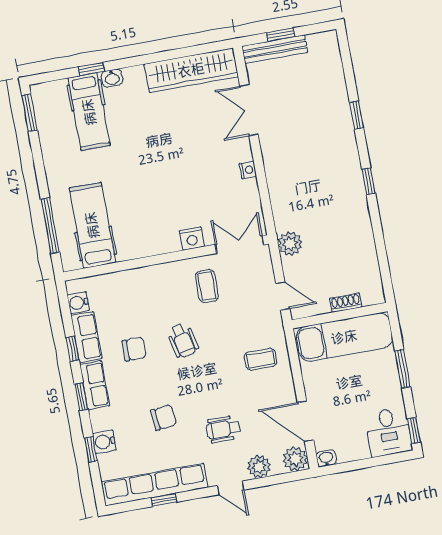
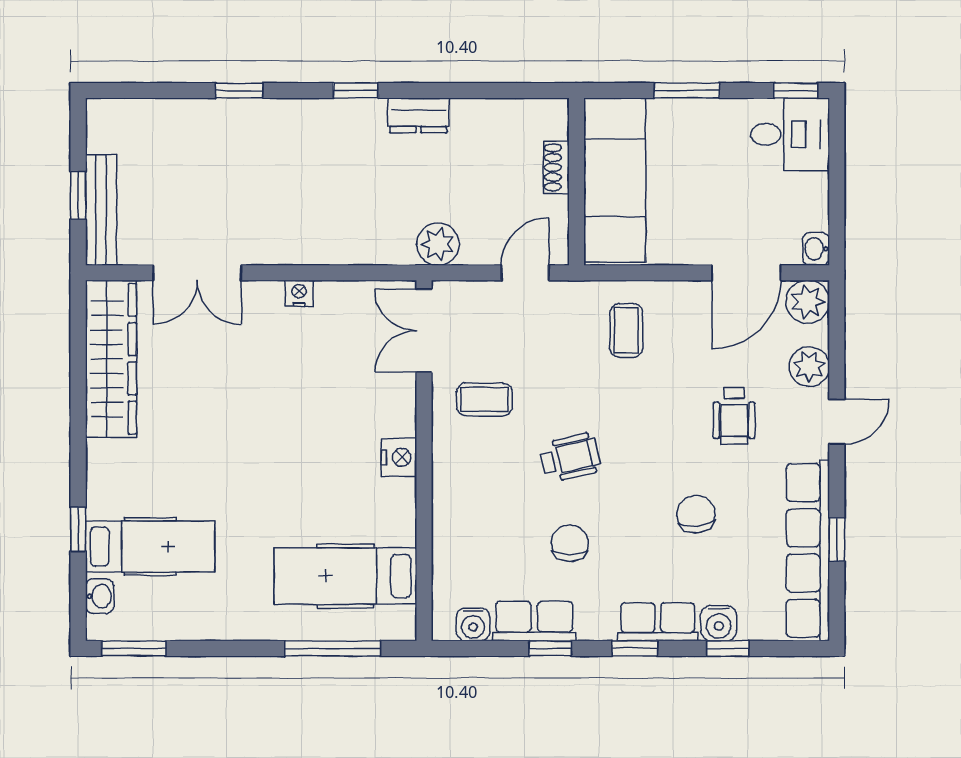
washbasin: (112, 78) -> (100, 596), moved
dresser: (361, 219) -> (418, 115), added
nightstand: (192, 239) -> (399, 457), moved
row of seats: (95, 385) -> (658, 622), moved

